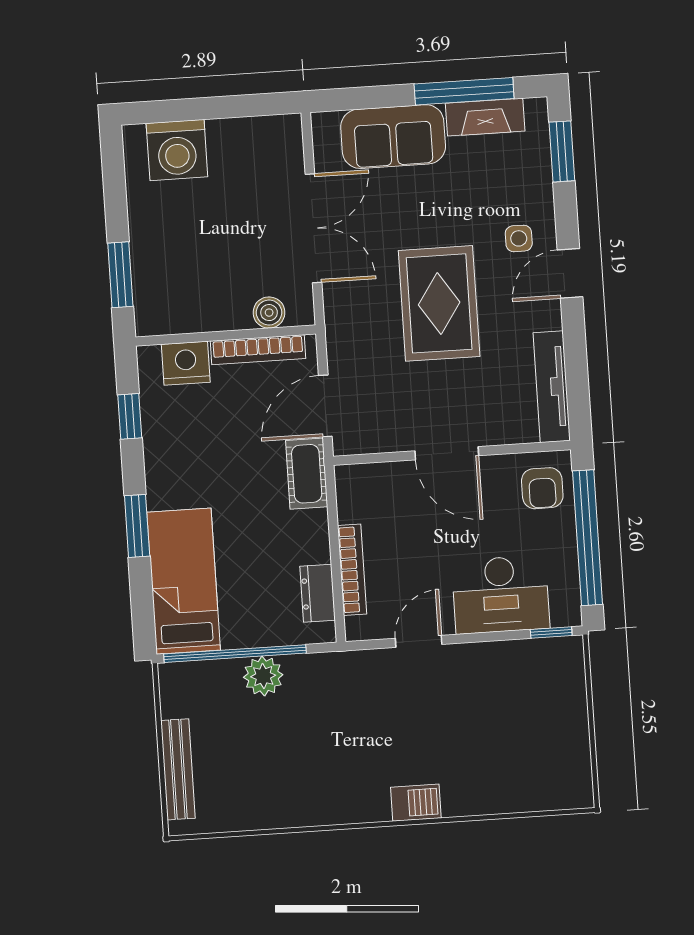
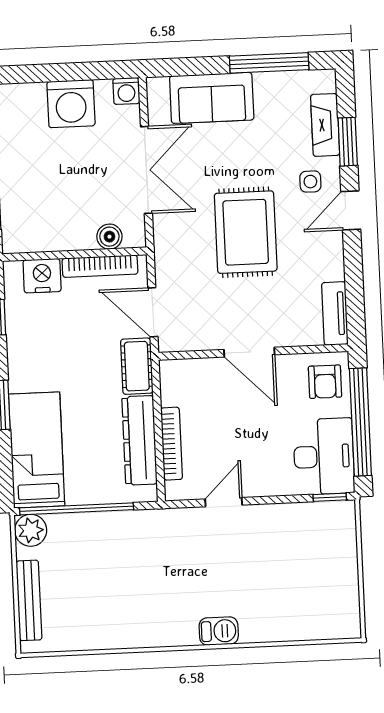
fireplace: (485, 117) -> (325, 125), moved, turned 90
washing machine: (286, 130) -> (126, 91), added
washing machine: (177, 150) -> (71, 104), moved
window: (562, 151) -> (348, 142), moved
tv unit: (552, 387) -> (335, 313), width x0.71
door: (325, 406) -> (153, 312), hinge flipped
dresser: (318, 593) -> (139, 440), width x1.96, depth x1.24
desk: (501, 595) -> (324, 456), moved, turned -90
plant: (263, 676) -> (31, 530), moved

